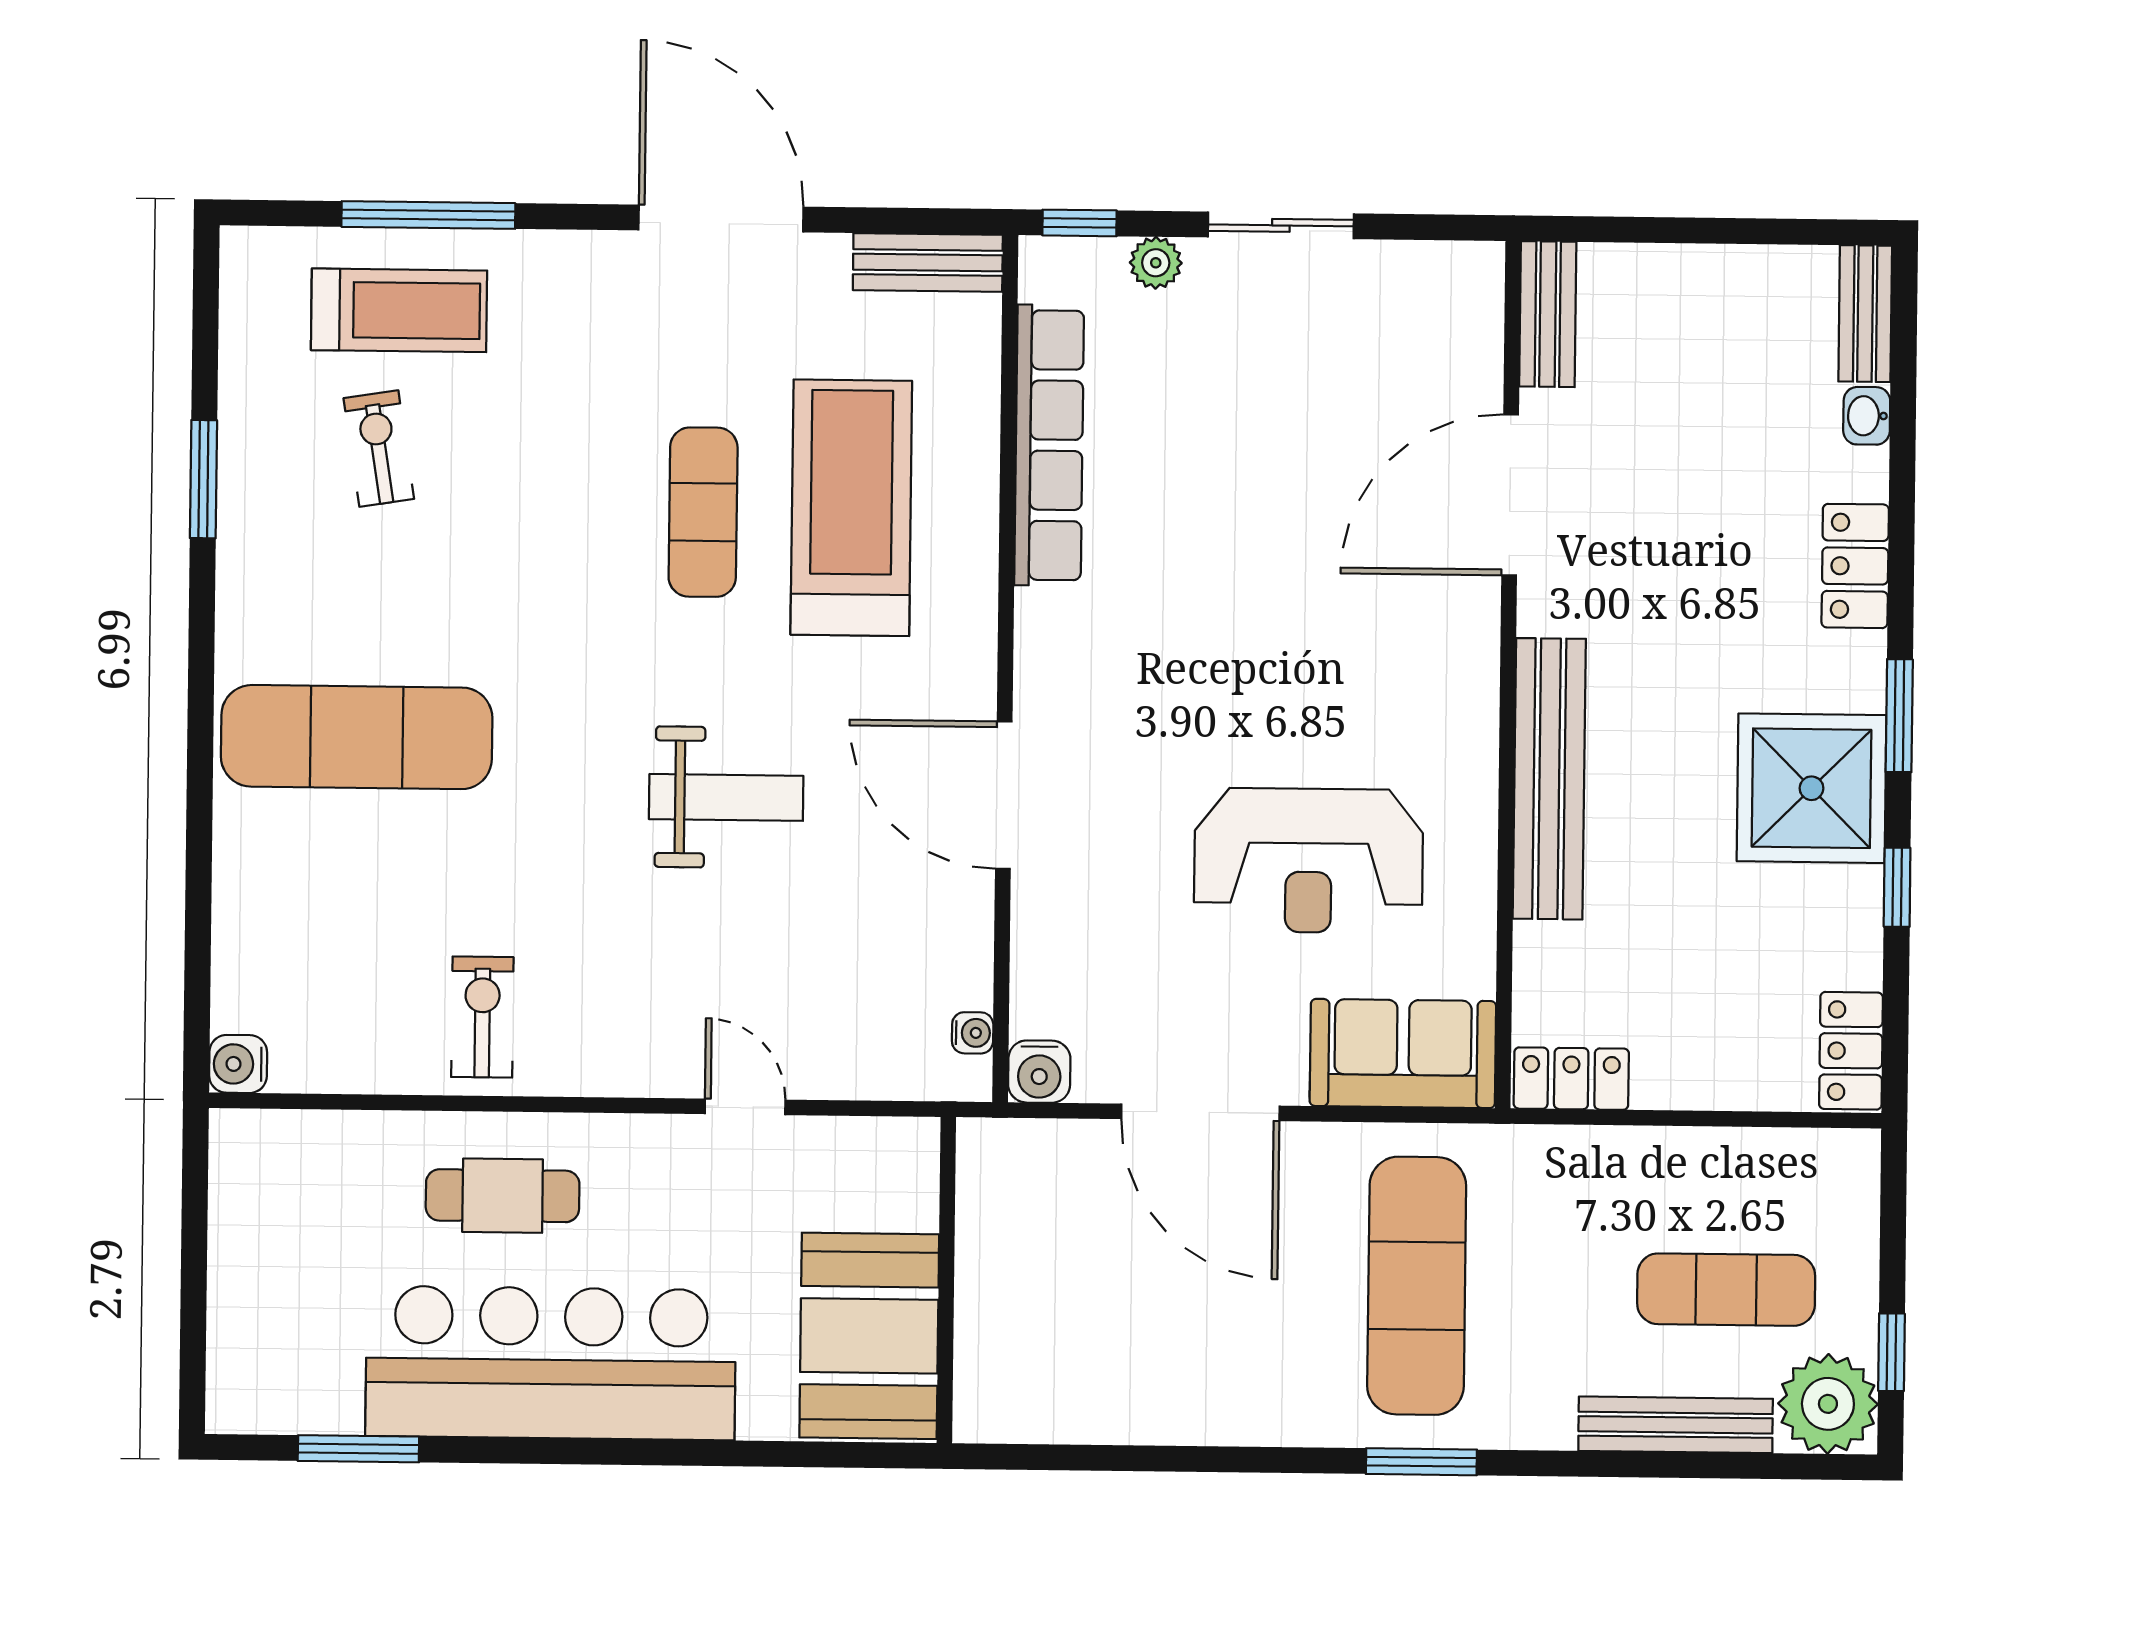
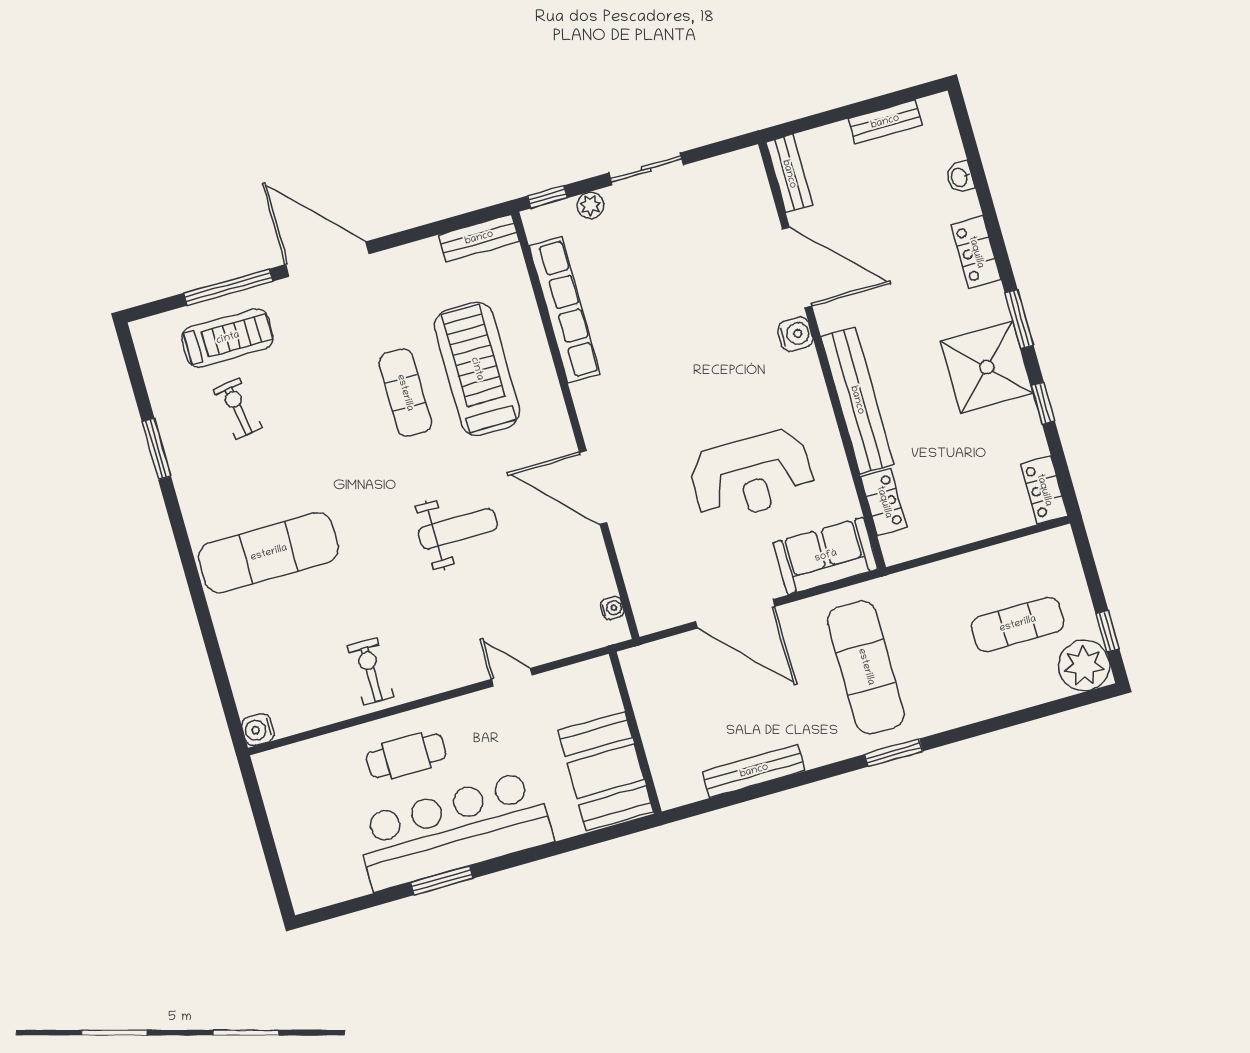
door: (721, 219) -> (327, 259), moved
bench: (1865, 314) -> (885, 122), moved, turned 90
door: (1510, 495) -> (797, 267), swing flipped
water cooler: (1039, 1072) -> (795, 334), moved, turned -90
locker: (1571, 1079) -> (884, 502), moved, turned 90
bench: (1676, 1425) -> (754, 771), moved
window: (358, 1449) -> (442, 881), moved

